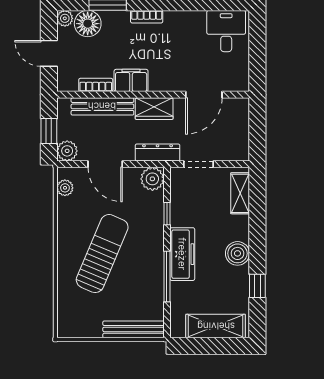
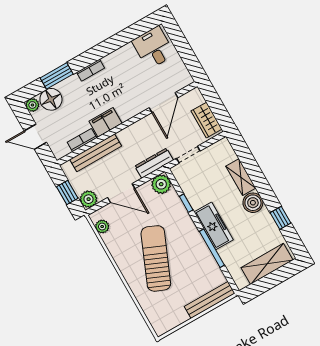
wardrobe: (154, 109) -> (207, 120), moved, turned 90
shelving: (240, 193) -> (241, 177), moved

